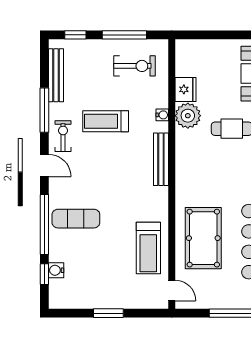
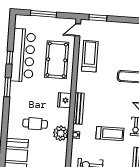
fridge: (186, 89) -> (64, 100), moved
door: (172, 290) -> (78, 30), hinge flipped
window: (108, 313) -> (98, 18), moved

